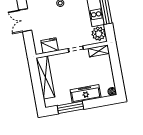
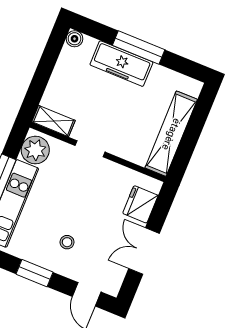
double door: (25, 20) -> (144, 251), swing flipped
fridge: (50, 46) -> (140, 204), moved, turned 90
window: (70, 107) -> (139, 48), moved

